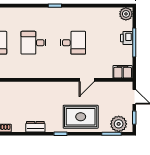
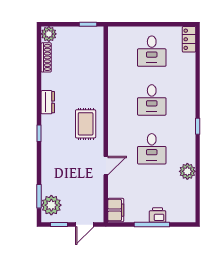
plant: (126, 14) -> (187, 171), moved
desk: (34, 43) -> (152, 100), turned 180
door: (87, 80) -> (106, 166), swing flipped
rug: (81, 117) -> (86, 124), moved, width x0.73, depth x0.70

